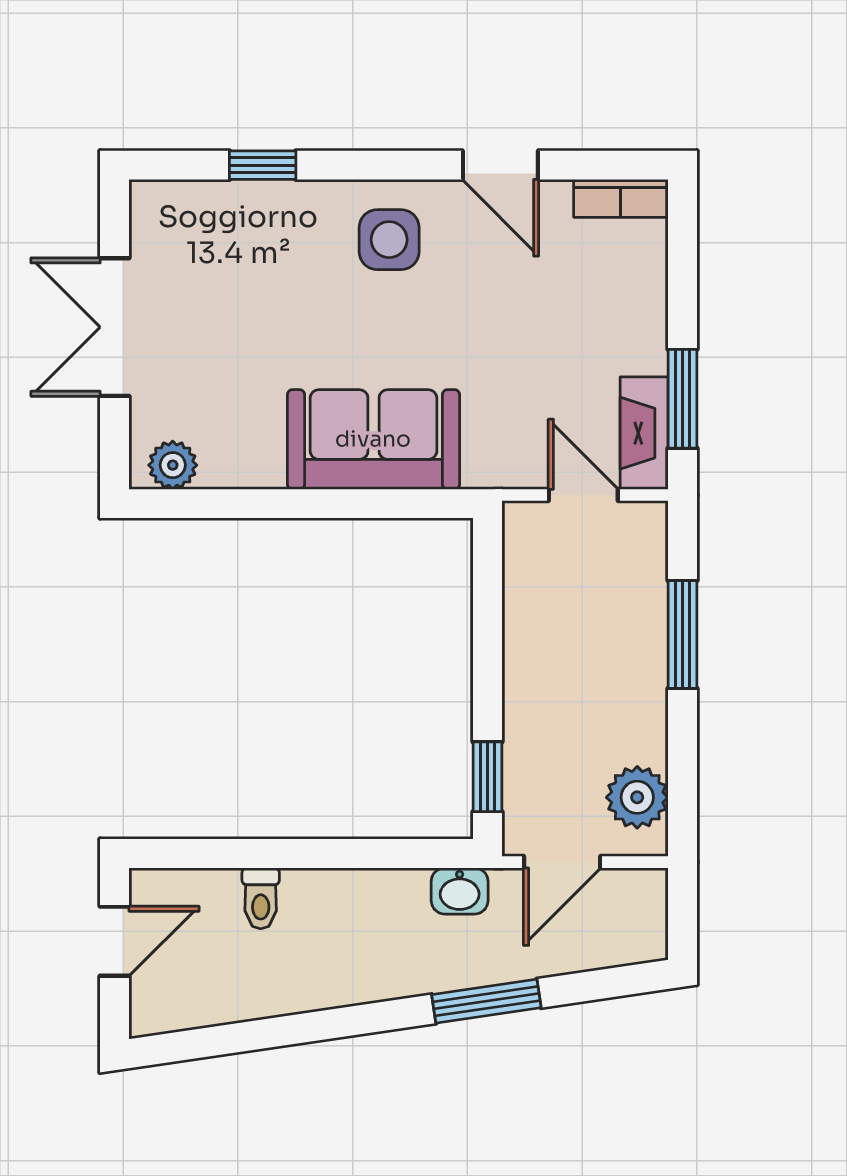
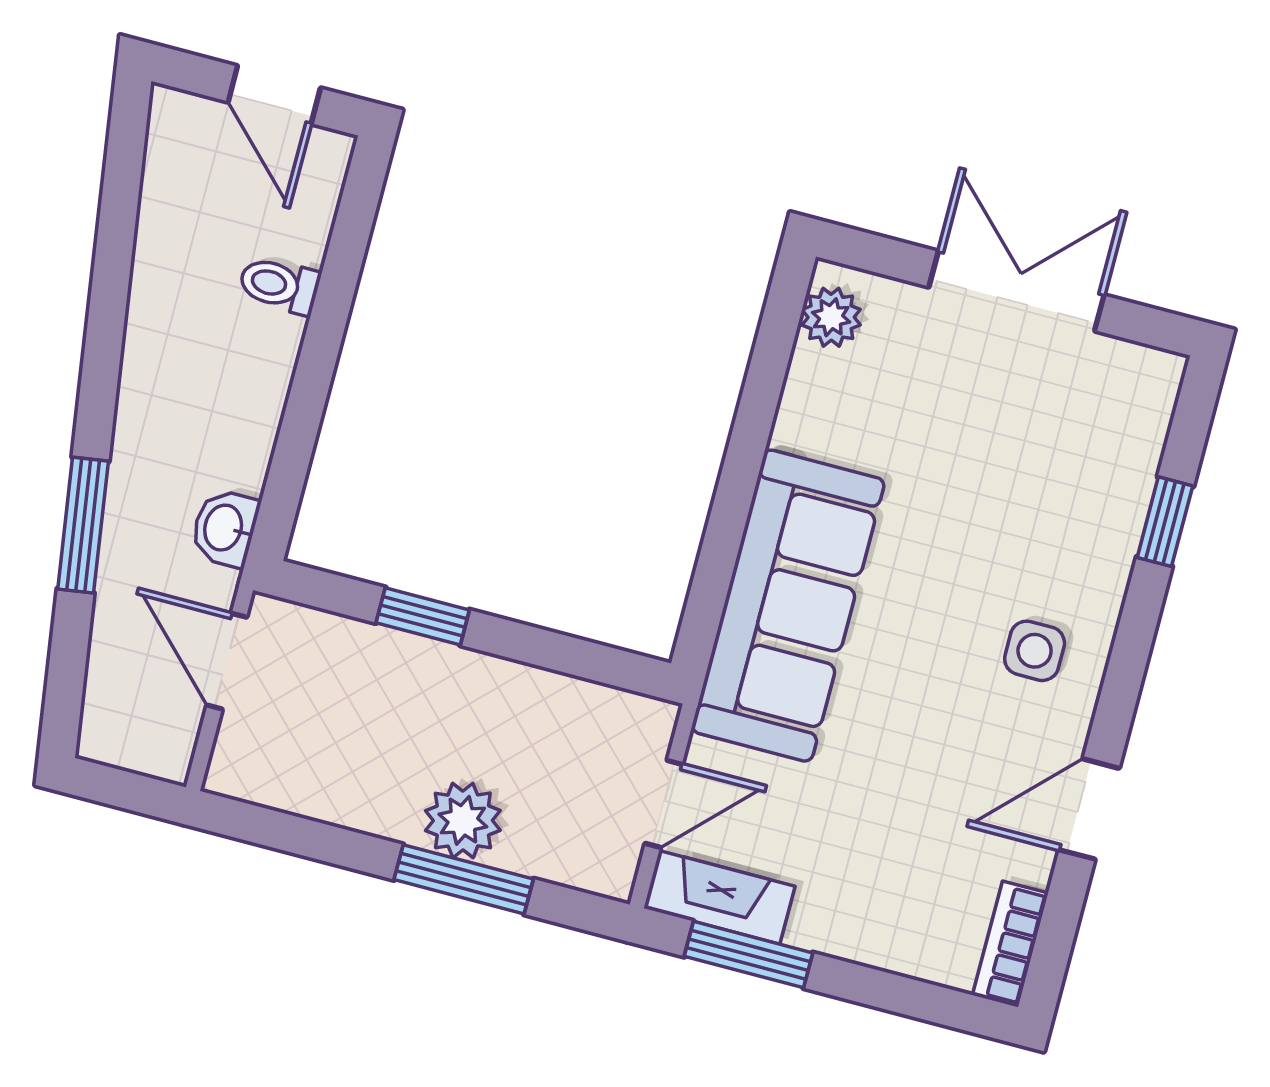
side table: (389, 240) -> (1035, 651), width x0.73, depth x0.73
sofa: (373, 439) -> (788, 606), width x1.36
window: (487, 777) -> (423, 616), moved
plant: (637, 797) -> (463, 820), moved

